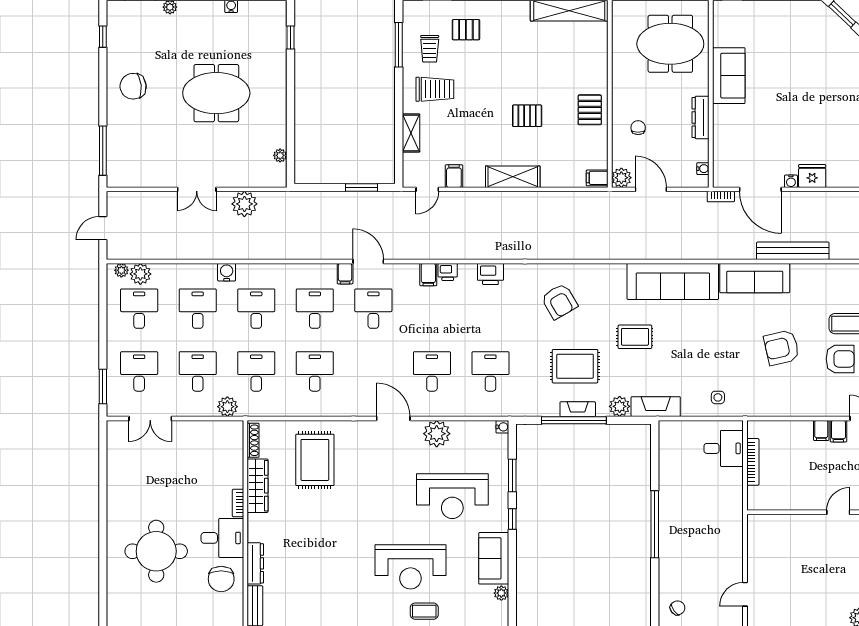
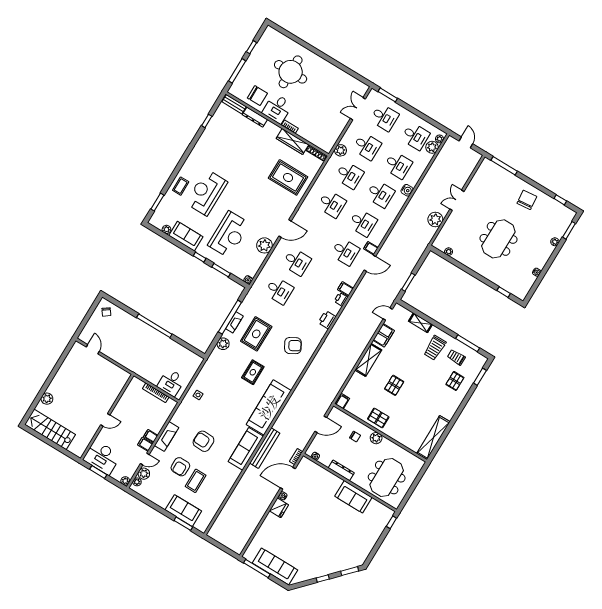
filing cabinet: (454, 176) -> (384, 335), width x2.00
plant: (621, 178) -> (376, 438), moved
door: (427, 189) -> (388, 314), hinge flipped
bench: (793, 251) -> (265, 448), moved
armchair: (559, 301) -> (293, 346), turned 180
armchair: (781, 348) -> (203, 441), turned -75
fireplace: (656, 407) -> (167, 436), moved
reception desk: (452, 496) -> (229, 234), turned 180
door: (838, 512) -> (105, 420), hinge flipped
chair: (221, 579) -> (257, 96), turned 180

